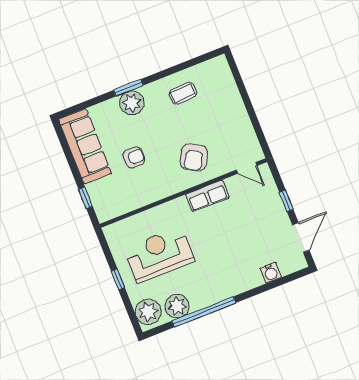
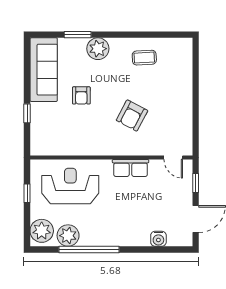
window: (128, 88) -> (78, 35), moved
armchair: (134, 157) -> (81, 95), turned 90
door: (247, 168) -> (173, 157), moved
wall: (183, 193) -> (111, 157), moved
row of seats: (207, 196) -> (131, 168), moved

